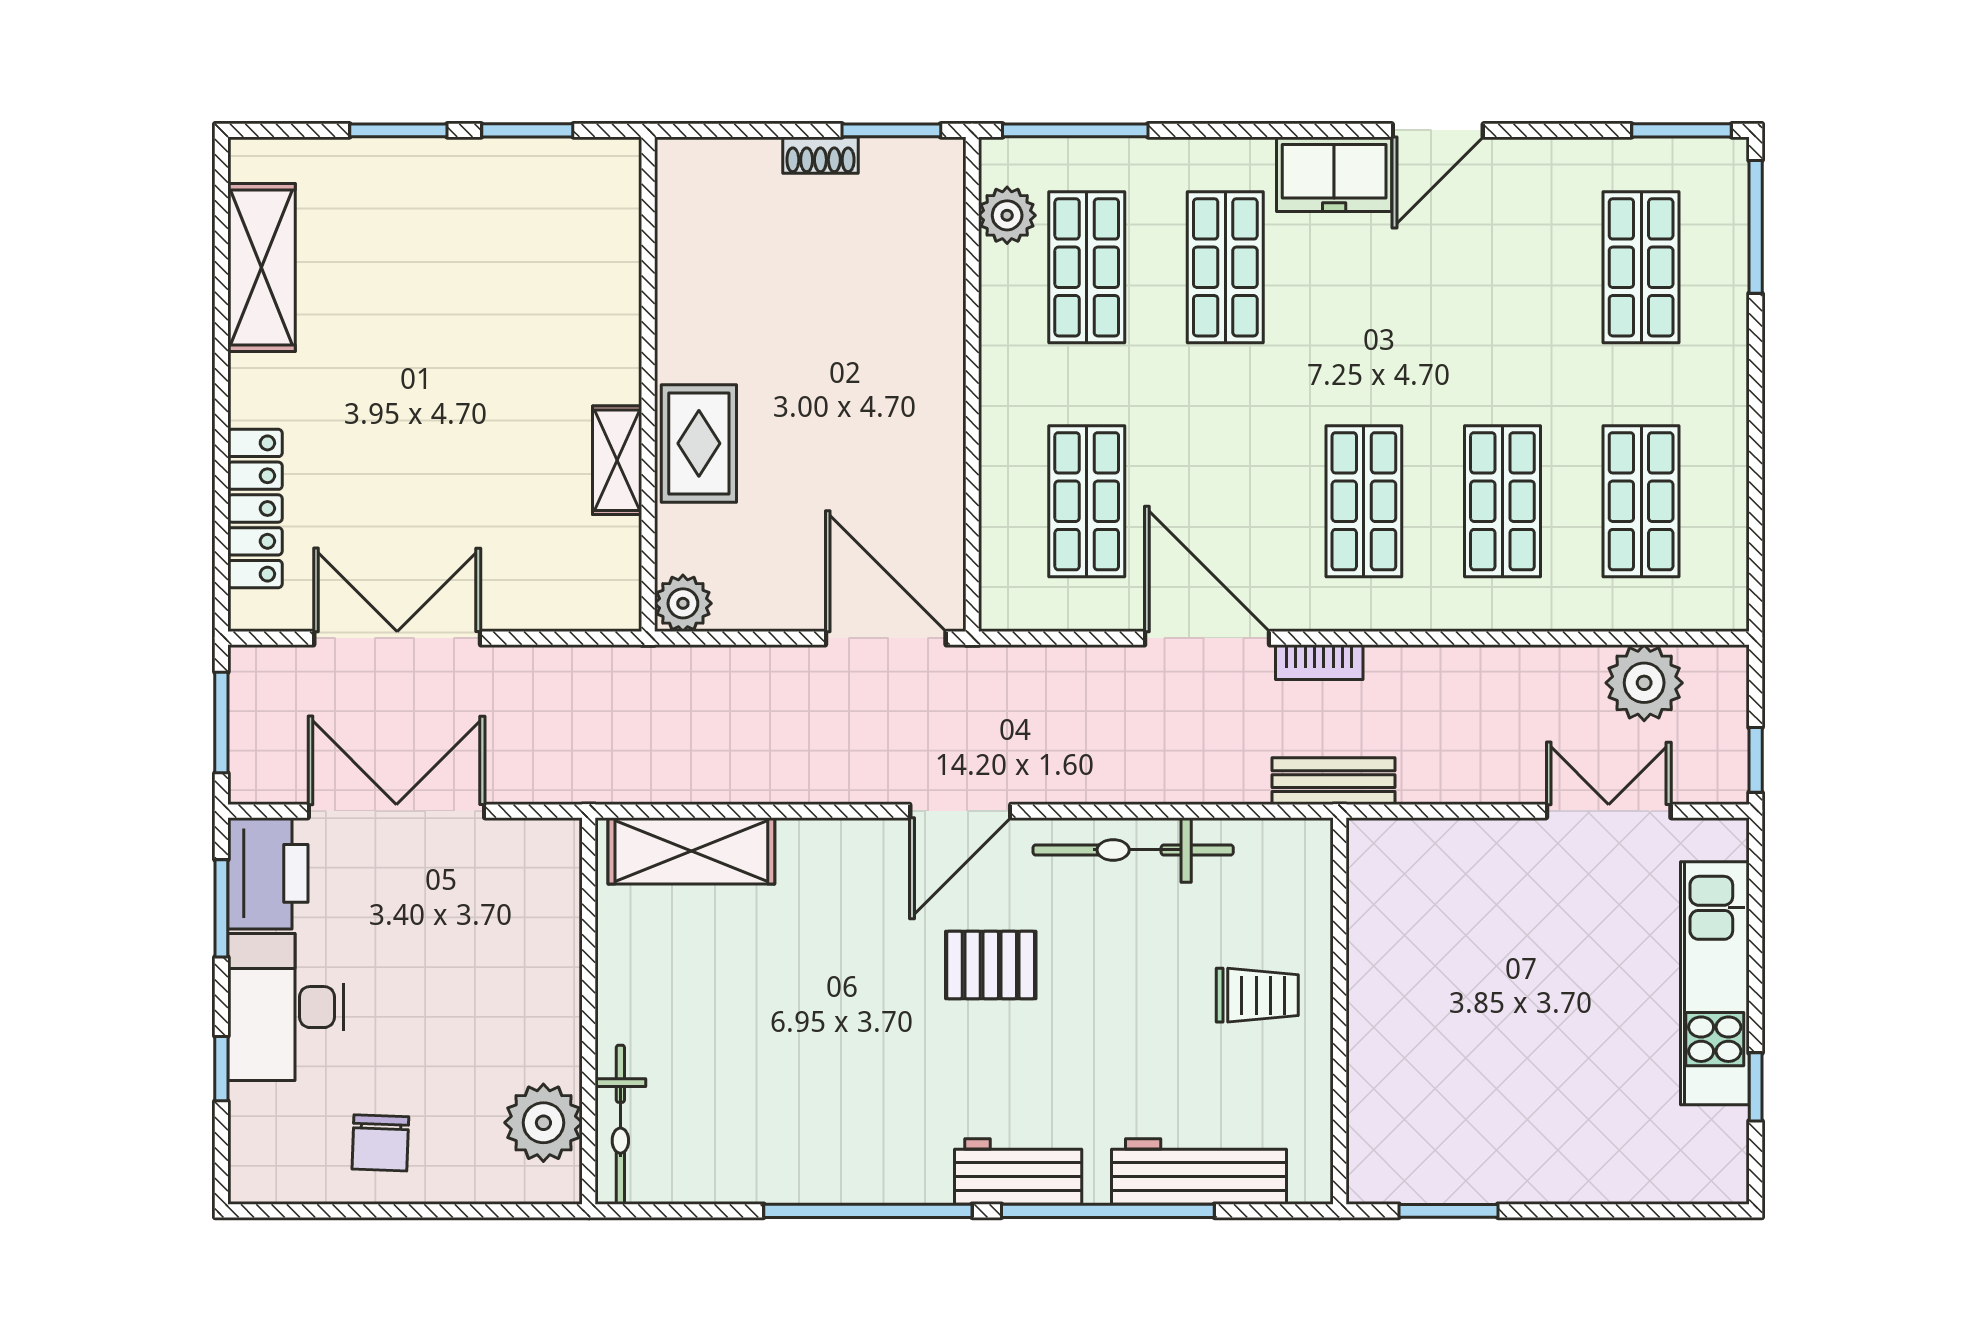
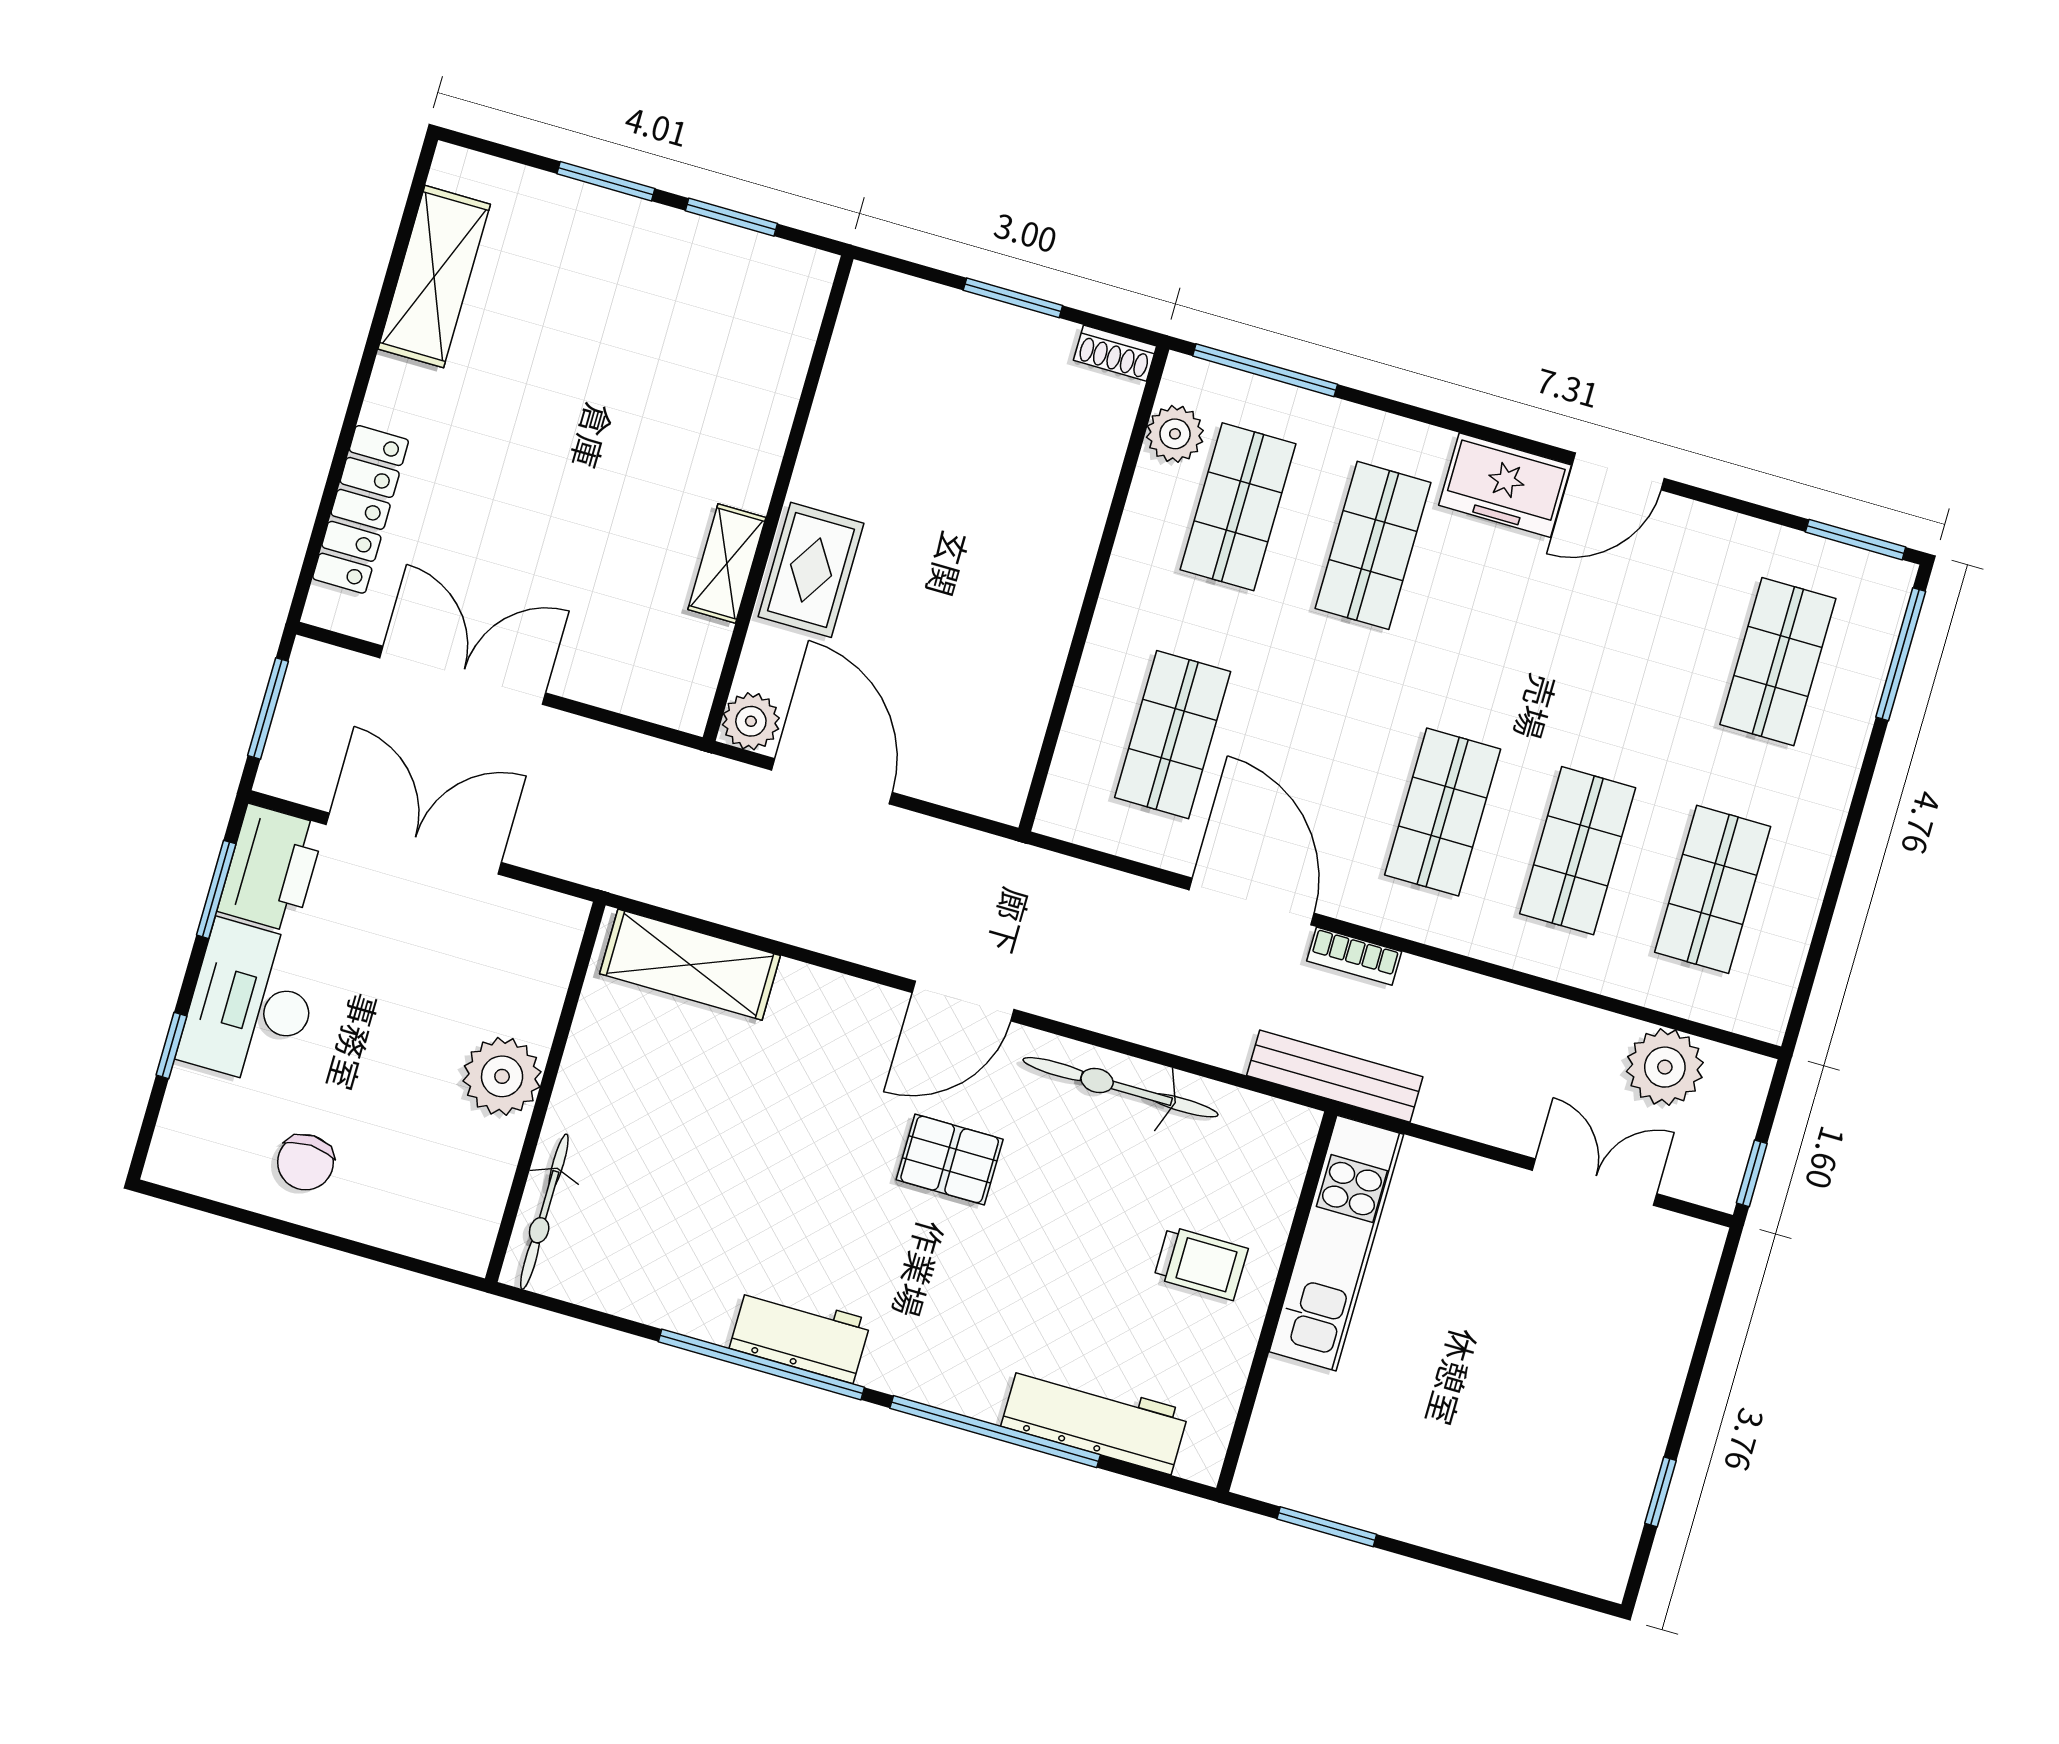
window: (891, 130) -> (1013, 298), moved
shoe rack: (820, 155) -> (1115, 353), moved
door: (886, 638) -> (832, 781), moved
bench: (1333, 781) -> (1335, 1076), width x1.36
kitchen unit: (1715, 983) -> (1336, 1243), moved, turned 180
plant: (543, 1123) -> (502, 1076), moved
workbench: (1018, 1171) -> (800, 1334), moved

